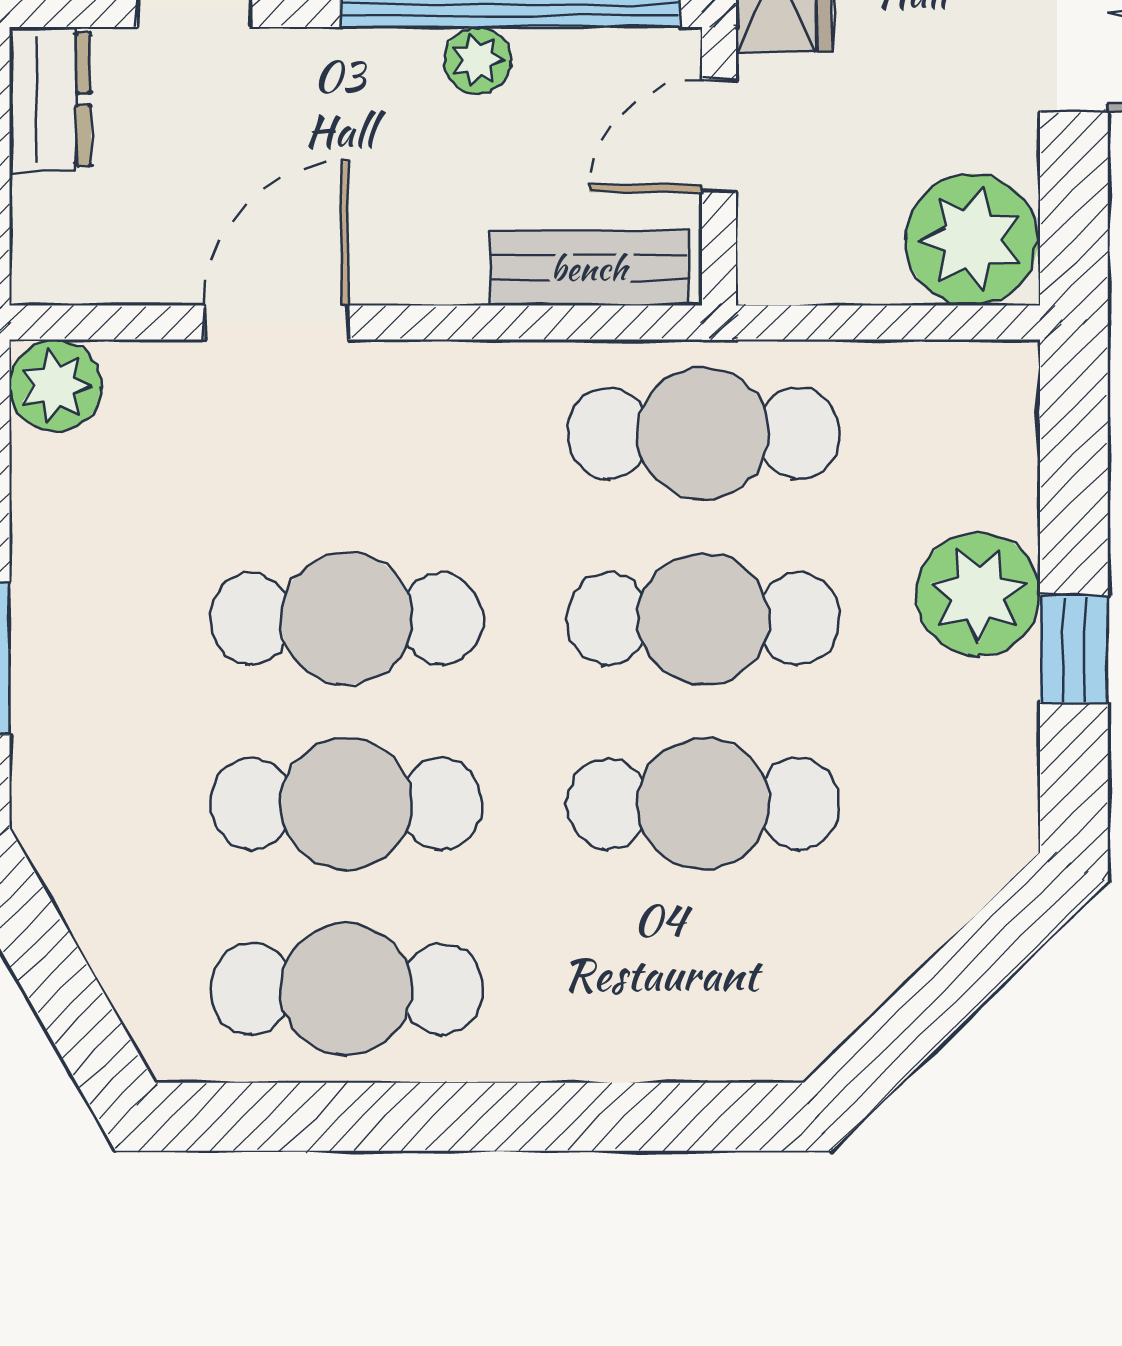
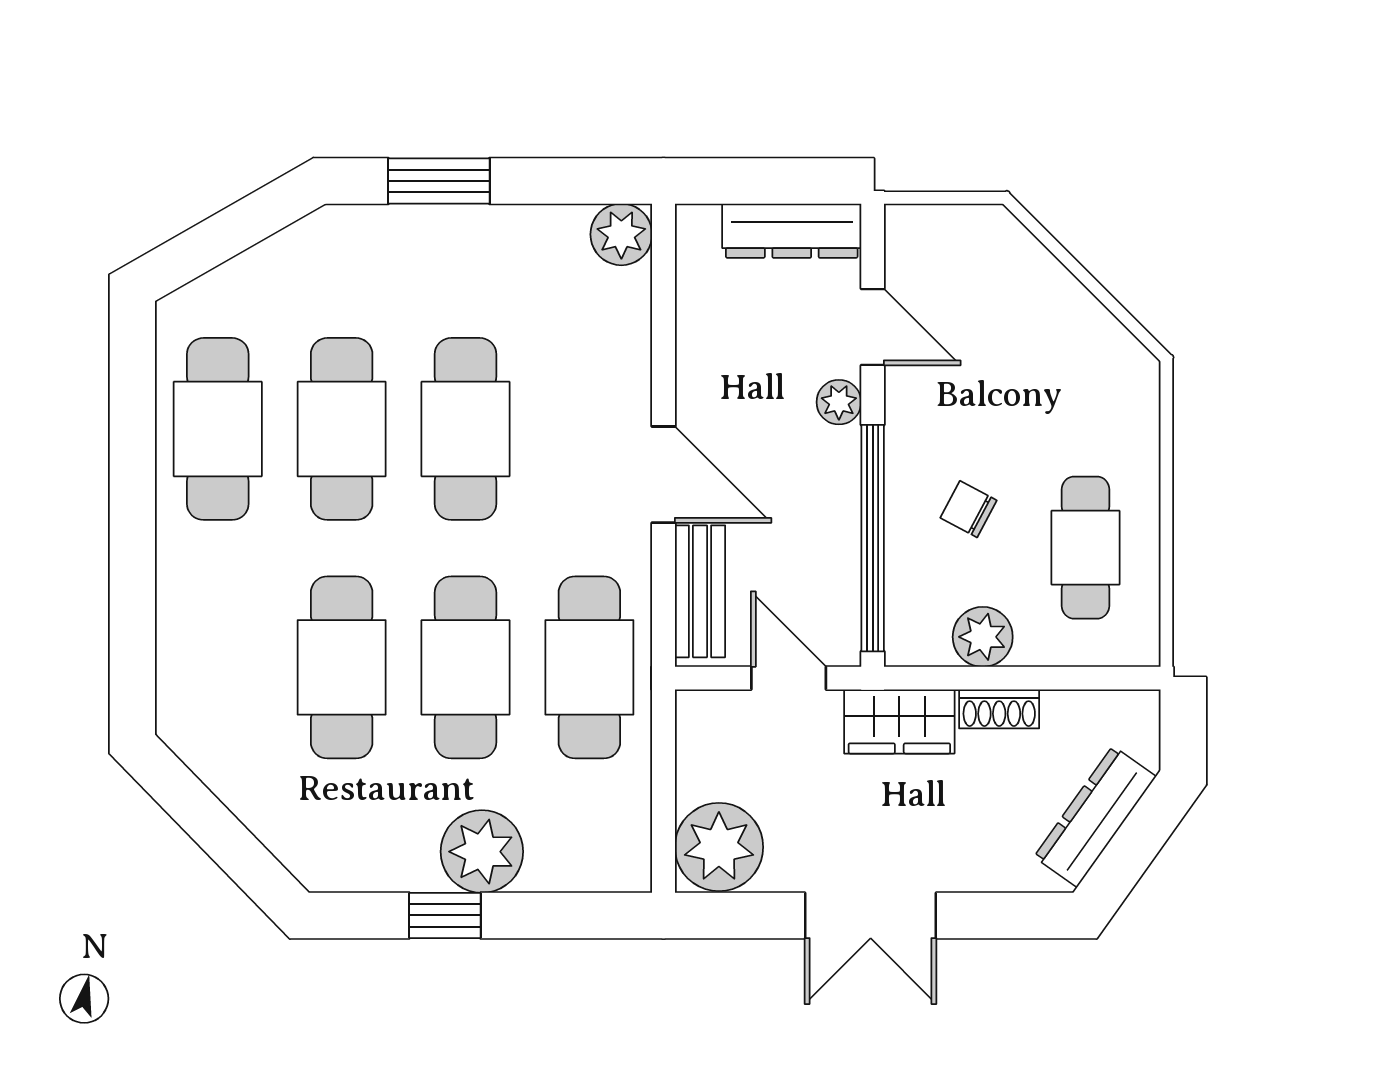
plant: (478, 60) -> (839, 402), moved
dresser: (50, 99) -> (792, 231), width x1.44
door: (276, 323) -> (663, 475), moved

